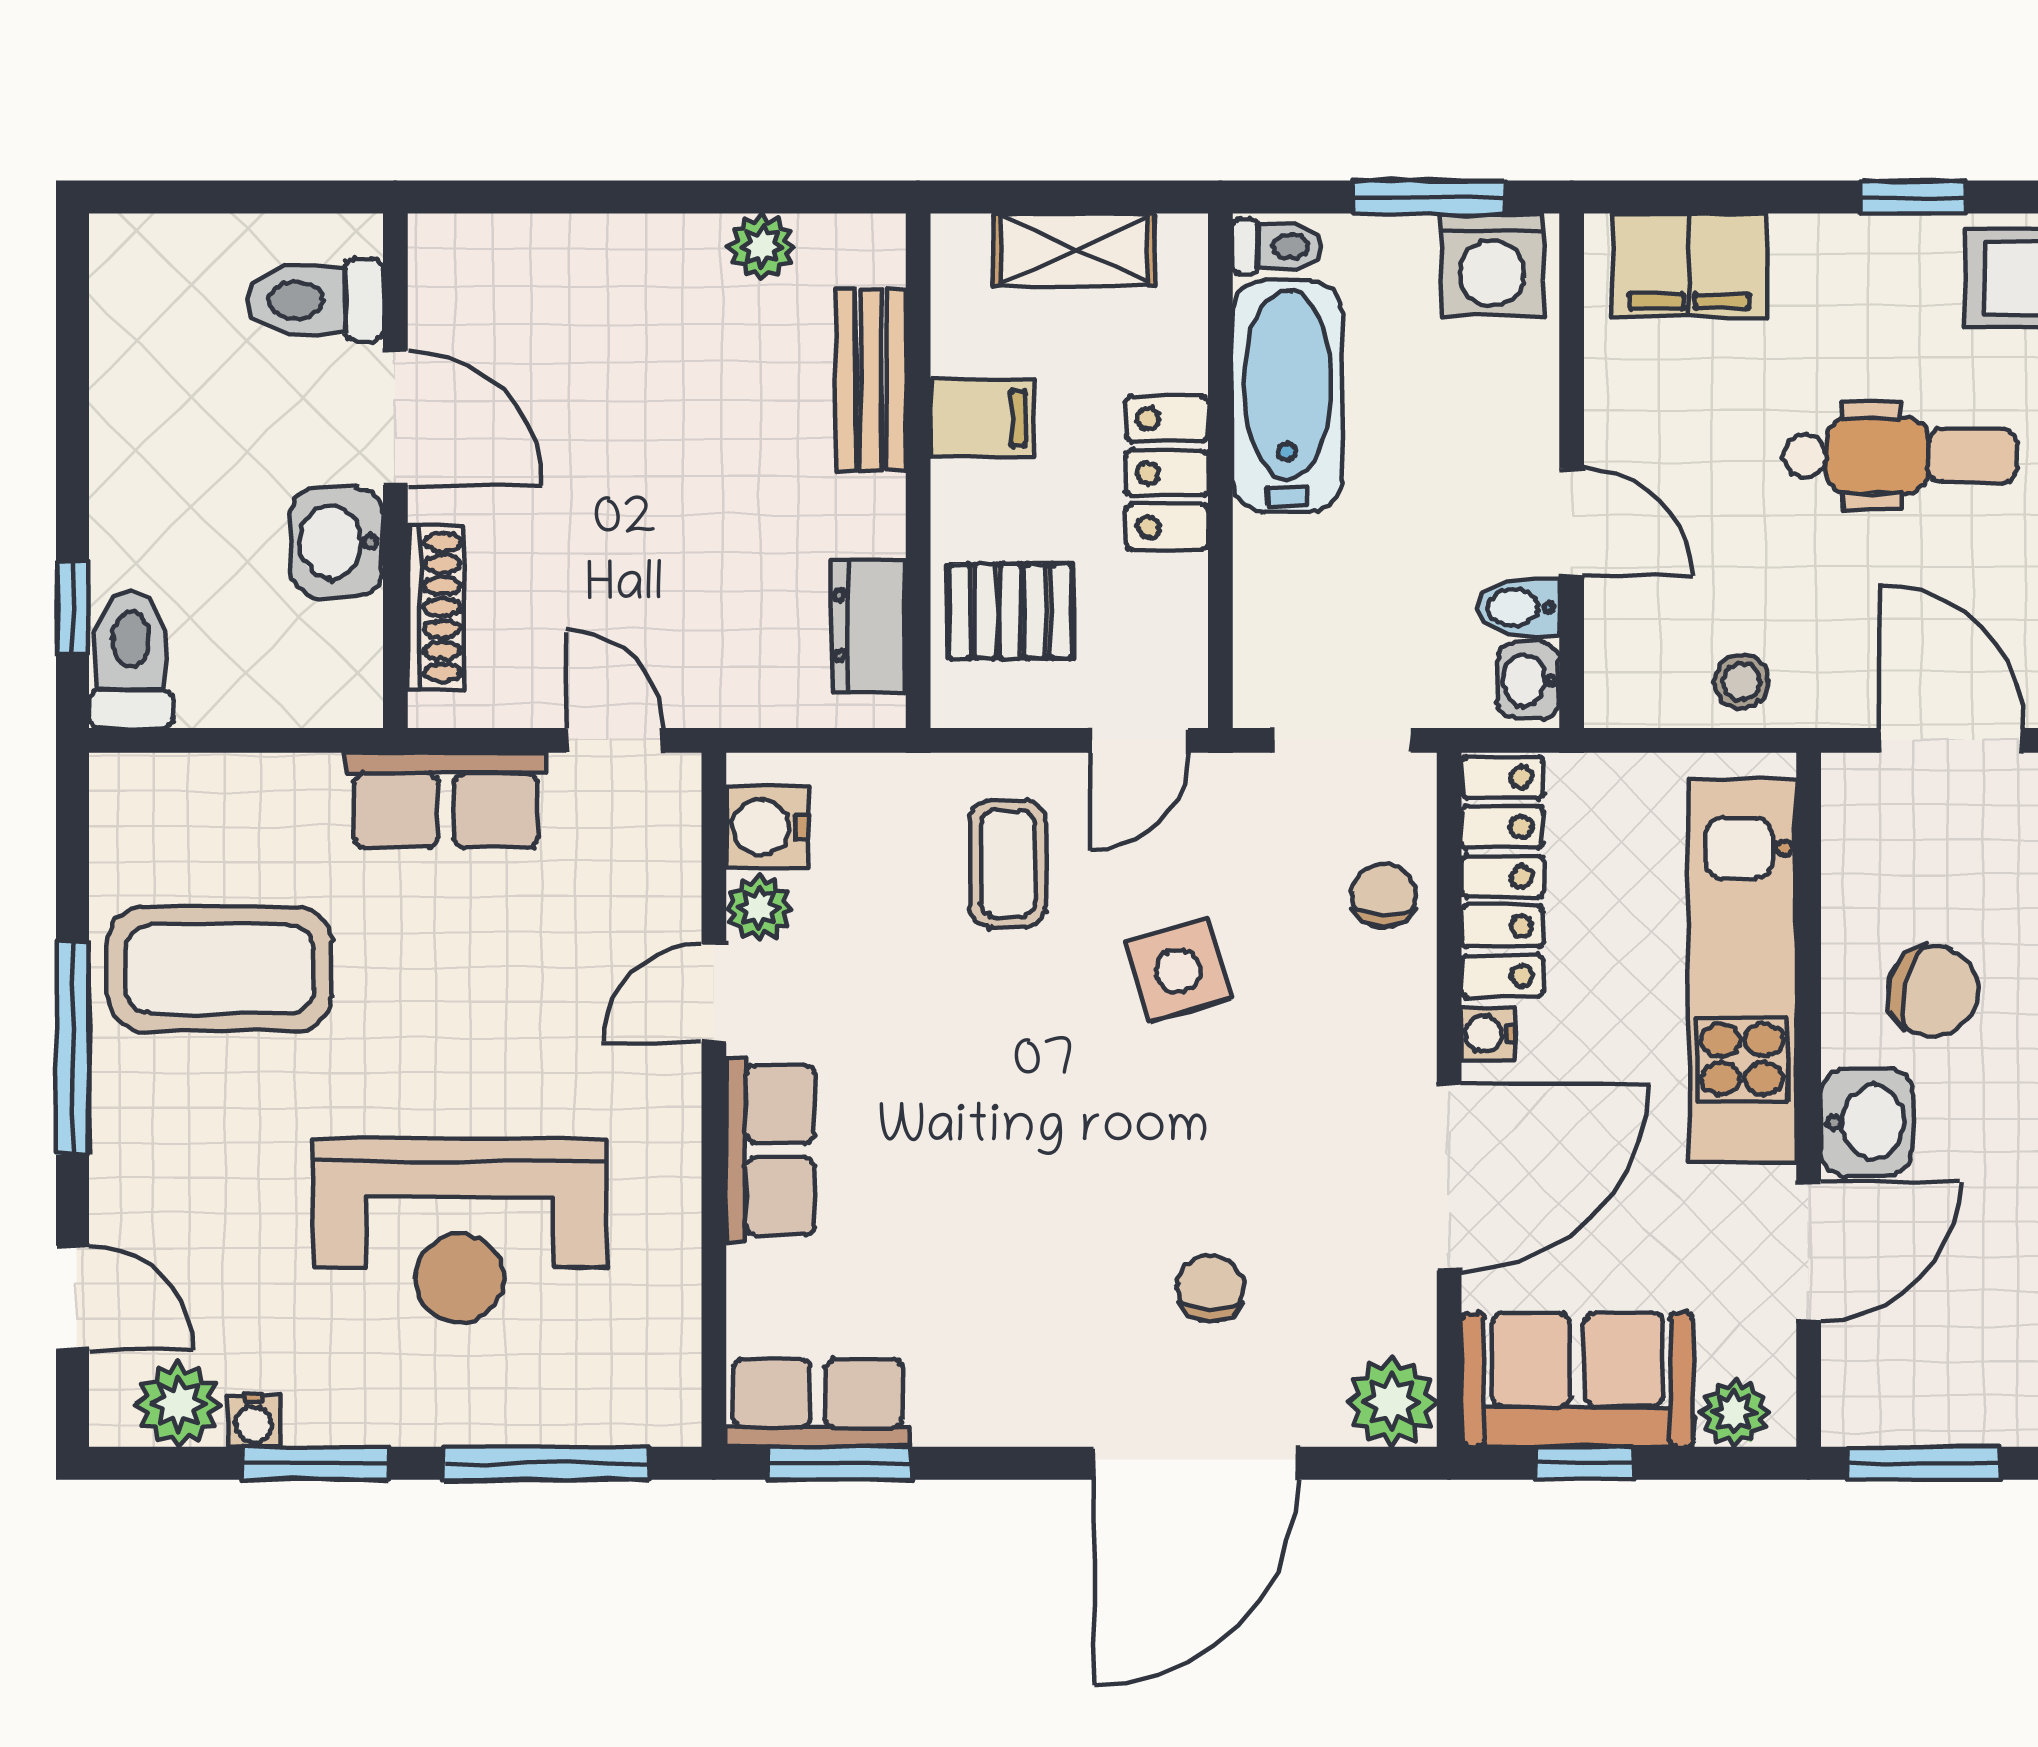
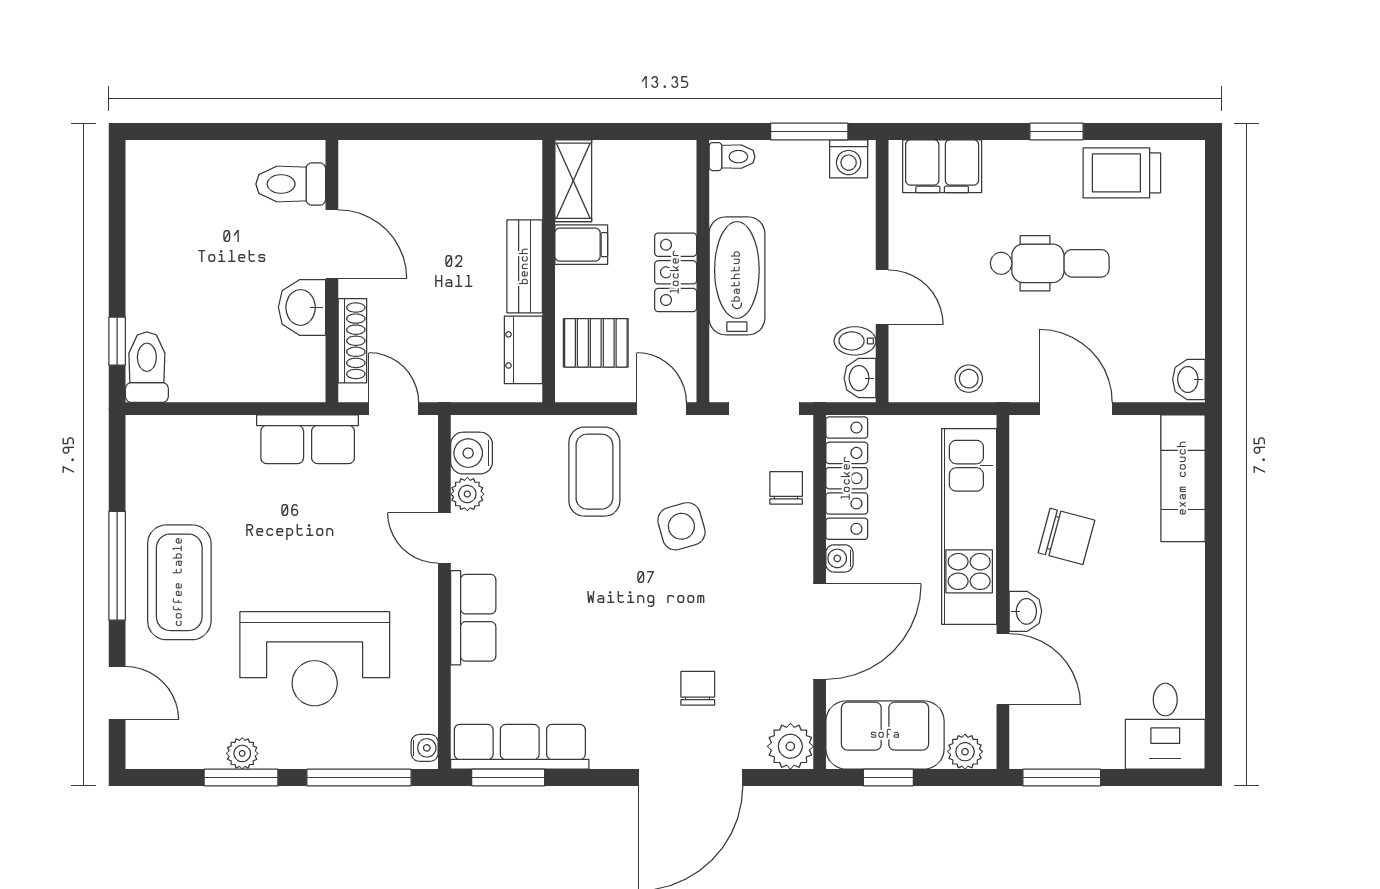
plant: (762, 247) -> (469, 157), removed
shelving: (1074, 249) -> (573, 181), moved, turned 90
washing machine: (1492, 265) -> (849, 159), width x0.73, depth x0.73
toilet: (315, 300) -> (291, 184), moved
bench: (871, 380) -> (525, 266), moved
bathtub: (1287, 396) -> (737, 276), moved
door: (395, 418) -> (332, 244), moved
wall: (395, 471) -> (332, 271), moved
washbasin: (337, 542) -> (302, 307), moved
shoe rack: (436, 607) -> (352, 341), moved
door: (1139, 740) -> (661, 409), swing flipped
coffee table: (1008, 864) -> (594, 472), width x1.36, depth x1.30
coffee table: (220, 969) -> (179, 582), moved, turned 90
door: (714, 993) -> (444, 538), hinge flipped
washbasin: (1867, 1122) -> (1025, 611), width x0.72, depth x0.69
door: (1809, 1251) -> (1003, 669), hinge flipped
row of seats: (818, 1403) -> (520, 747), width x1.48
plant: (178, 1404) -> (242, 753), moved, width x0.73, depth x0.73
water cooler: (254, 1421) -> (425, 748), moved, turned -90

